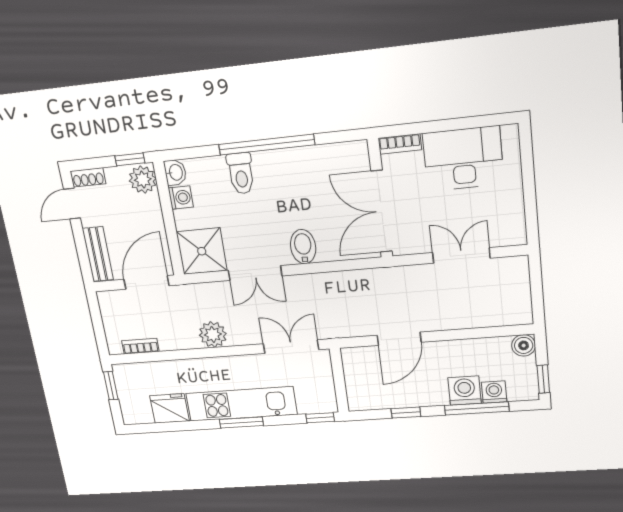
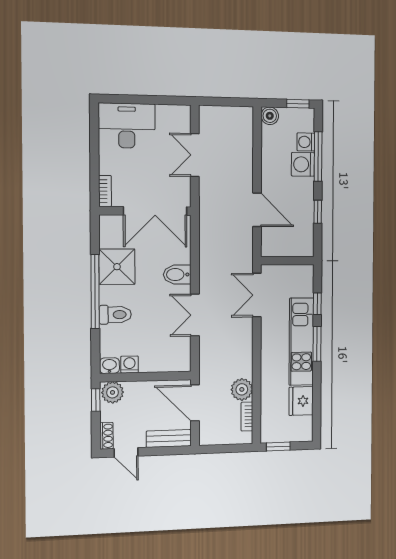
desk: (463, 159) -> (127, 126), moved, turned 90
shower: (202, 251) -> (117, 267), moved
double door: (255, 273) -> (195, 315), swing flipped
plant: (213, 334) -> (242, 389), moved
window: (320, 418) -> (317, 304), moved

